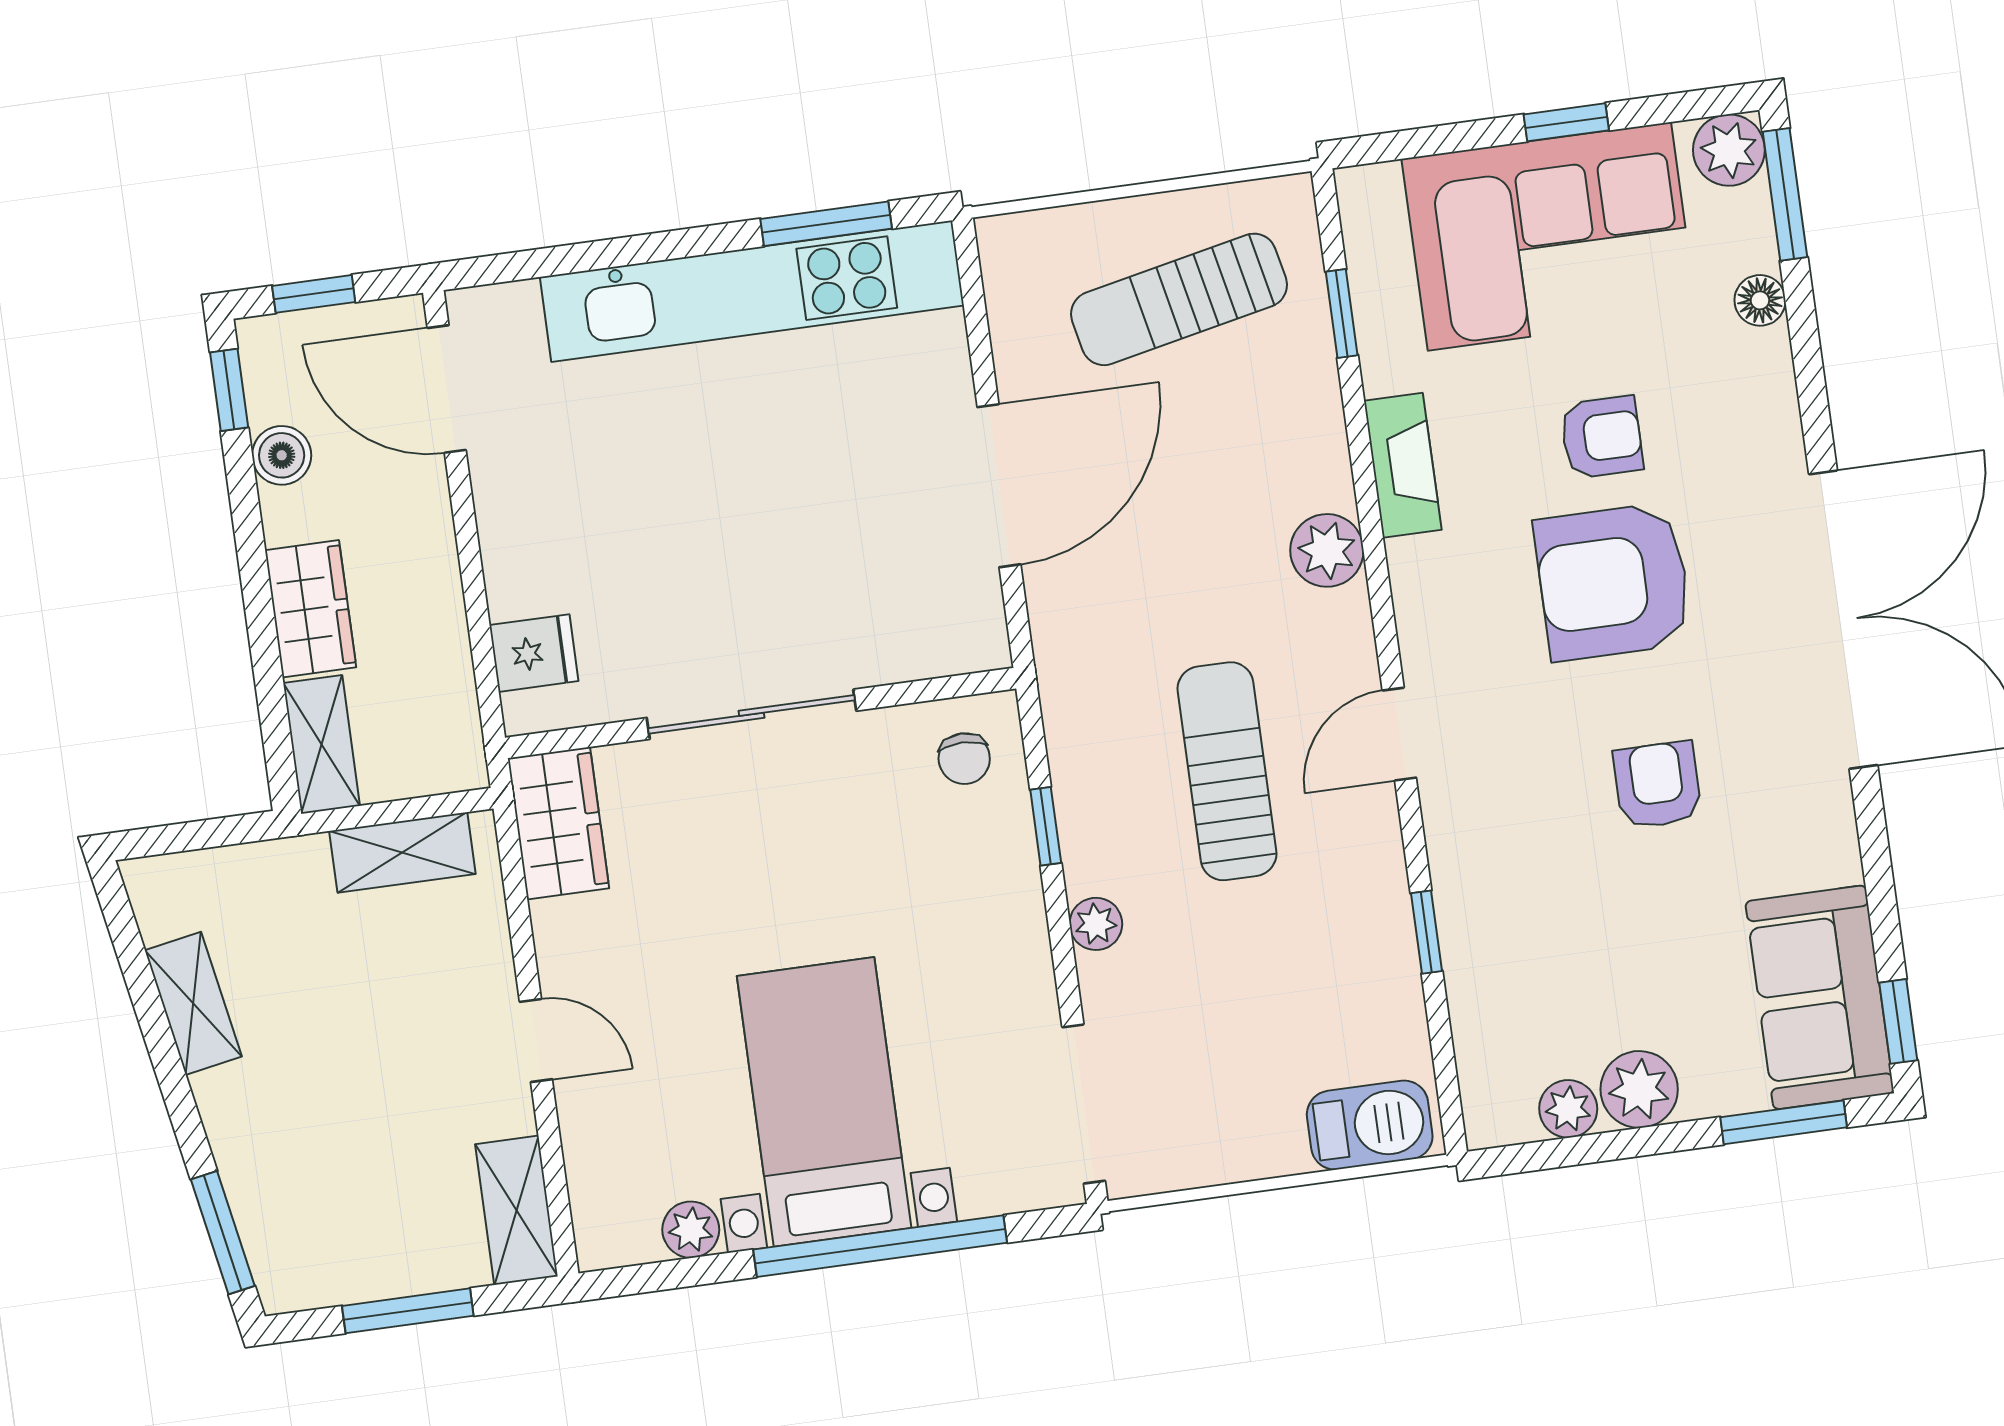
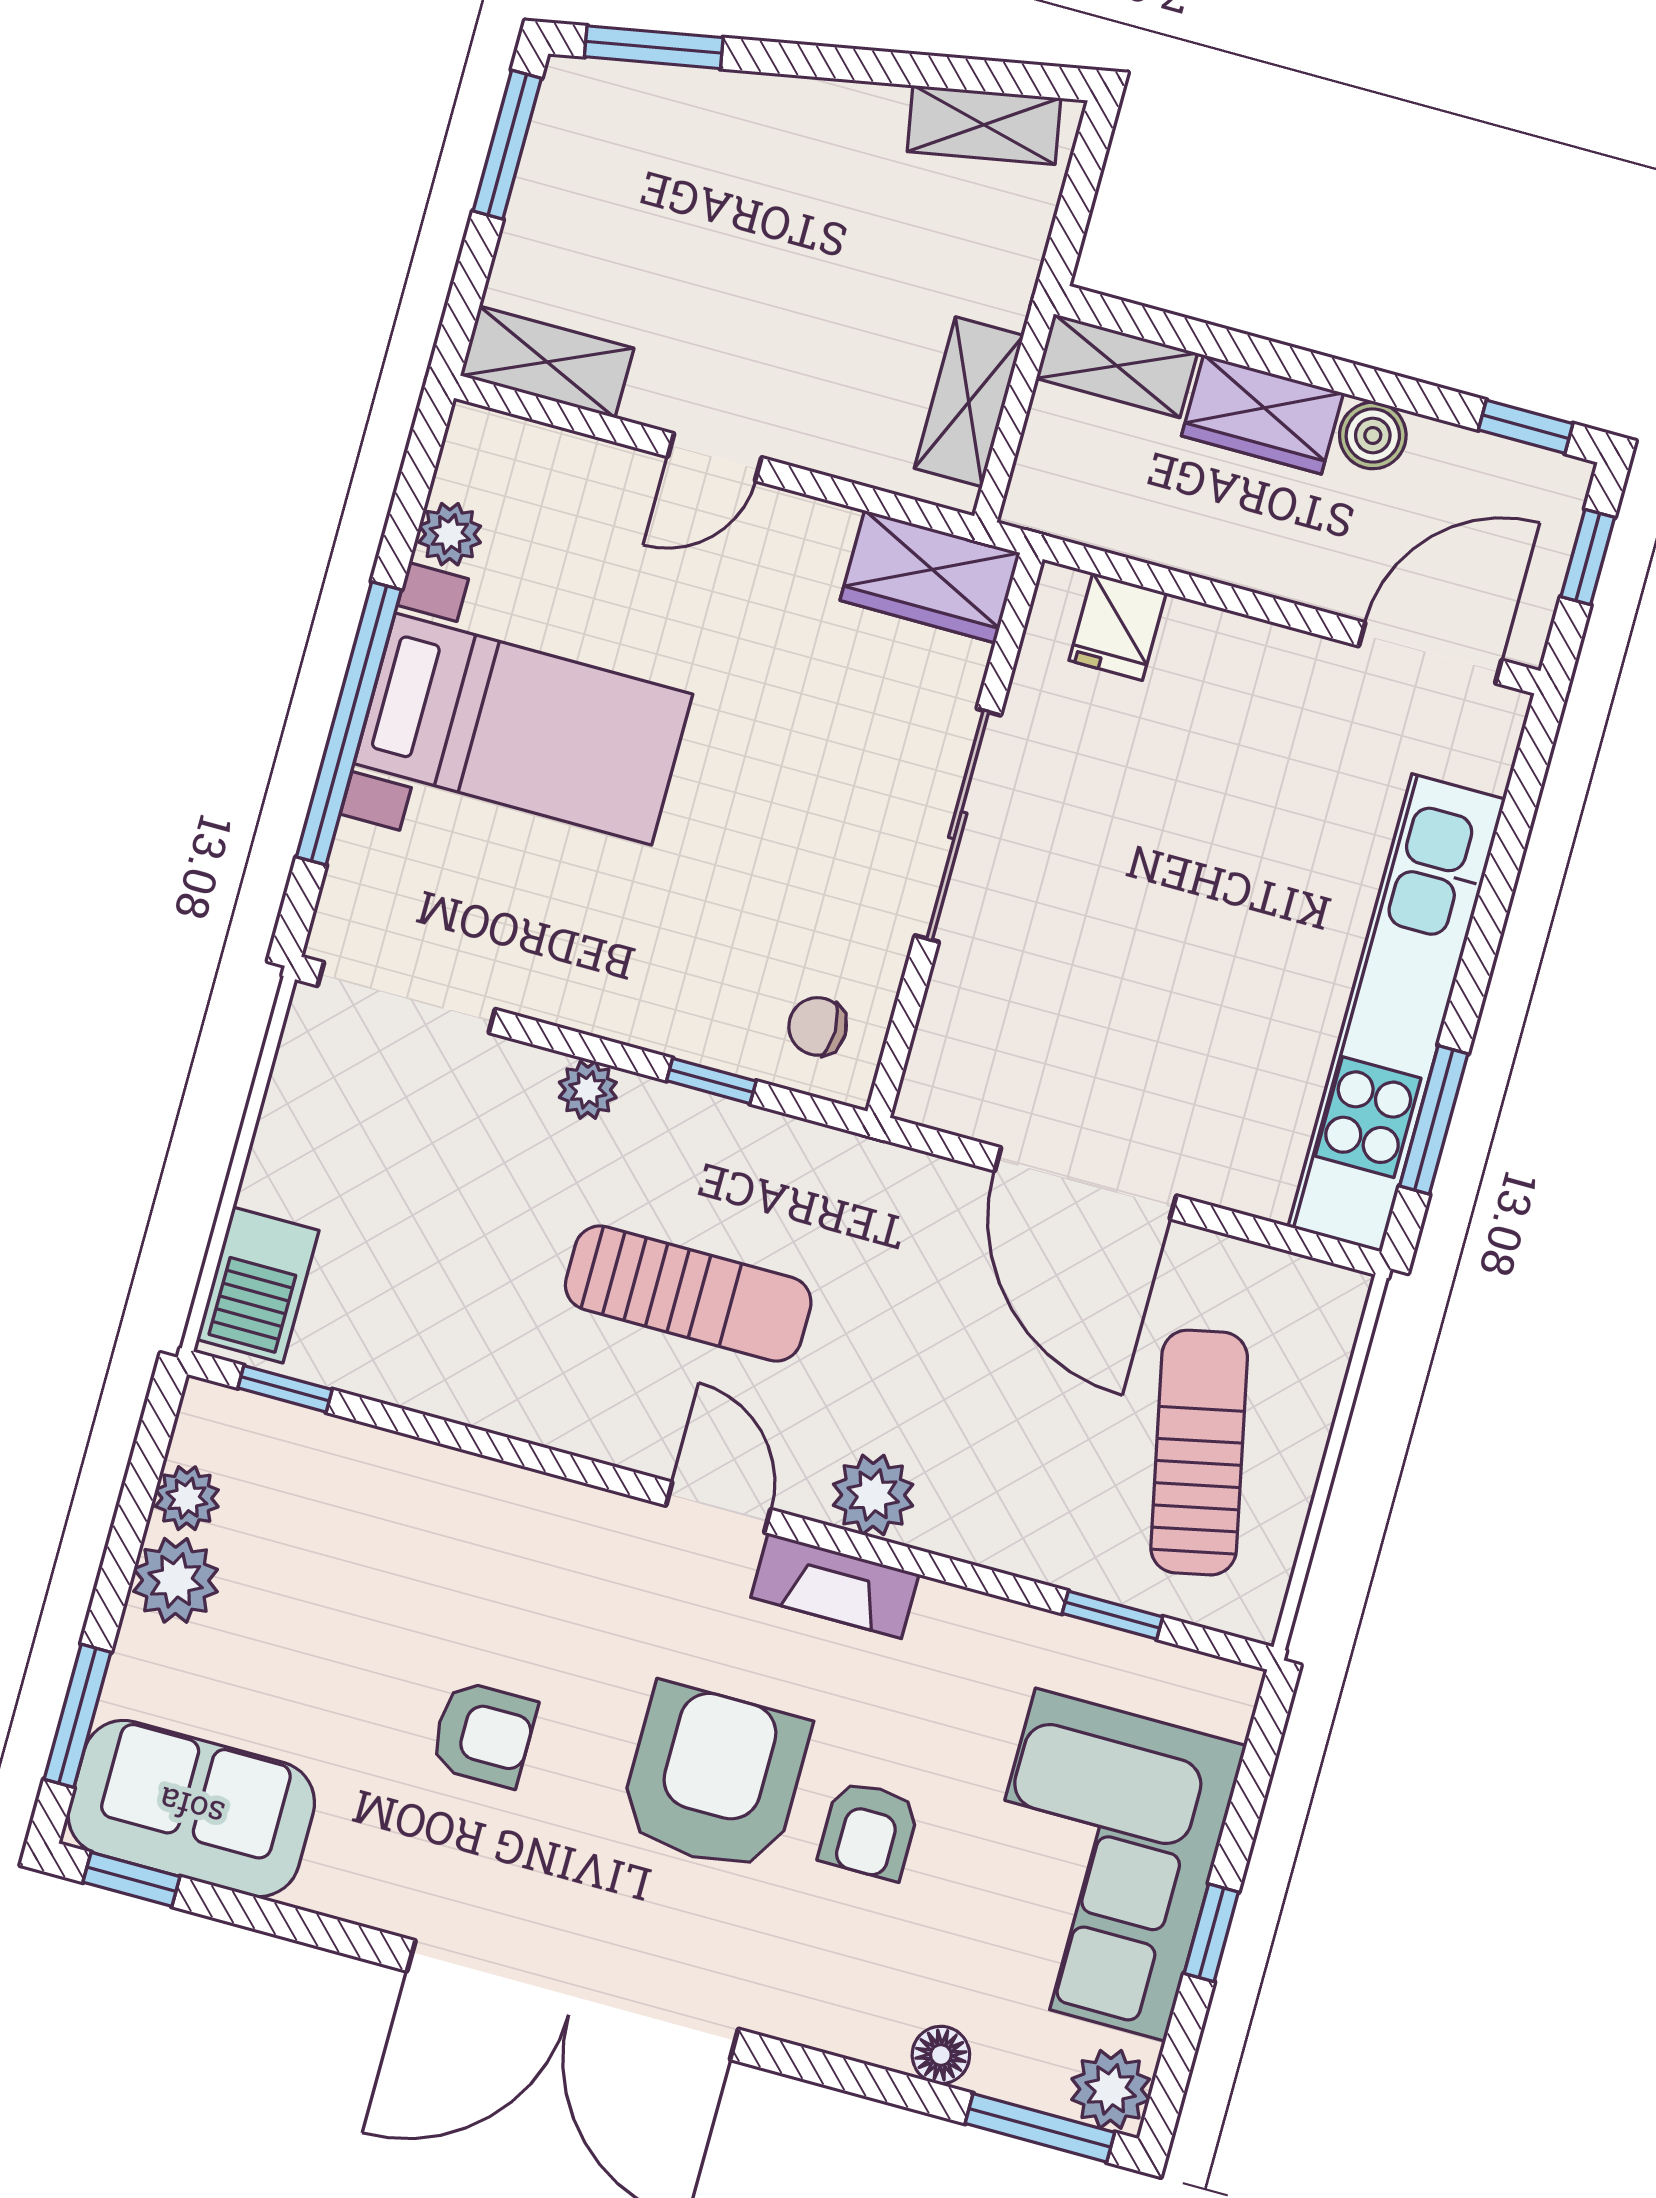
boiler: (282, 455) -> (1373, 435), moved
fireplace: (1403, 465) -> (835, 1586), moved
door: (1399, 734) -> (718, 1507), moved
window: (1426, 932) -> (285, 1389), moved
shelving: (193, 1003) -> (984, 125), moved
window: (408, 1311) -> (507, 145), moved

